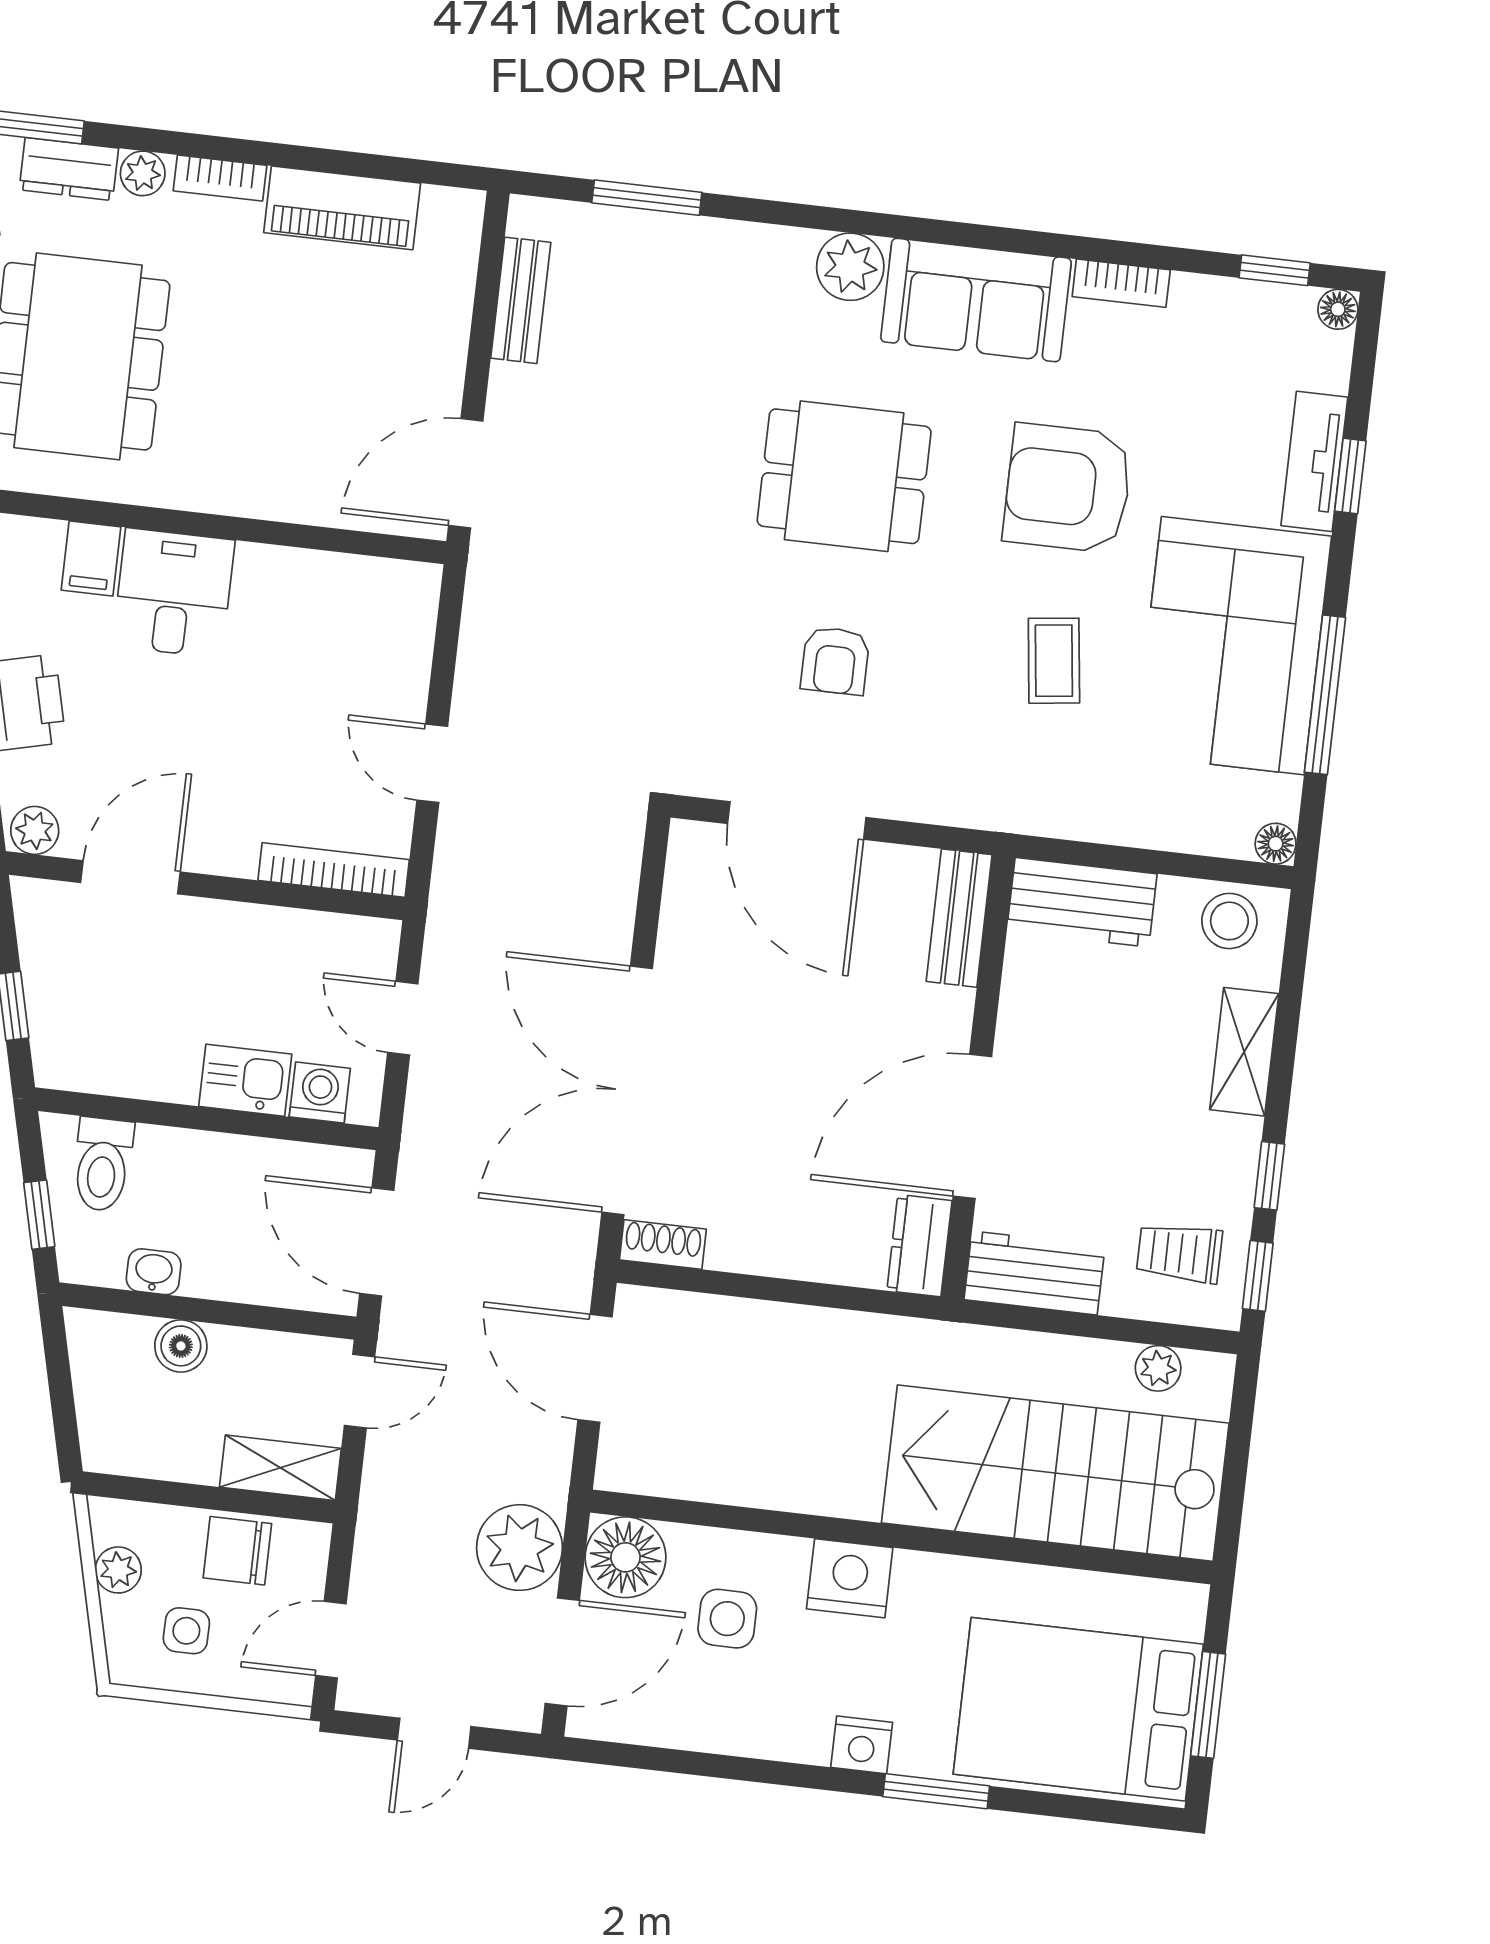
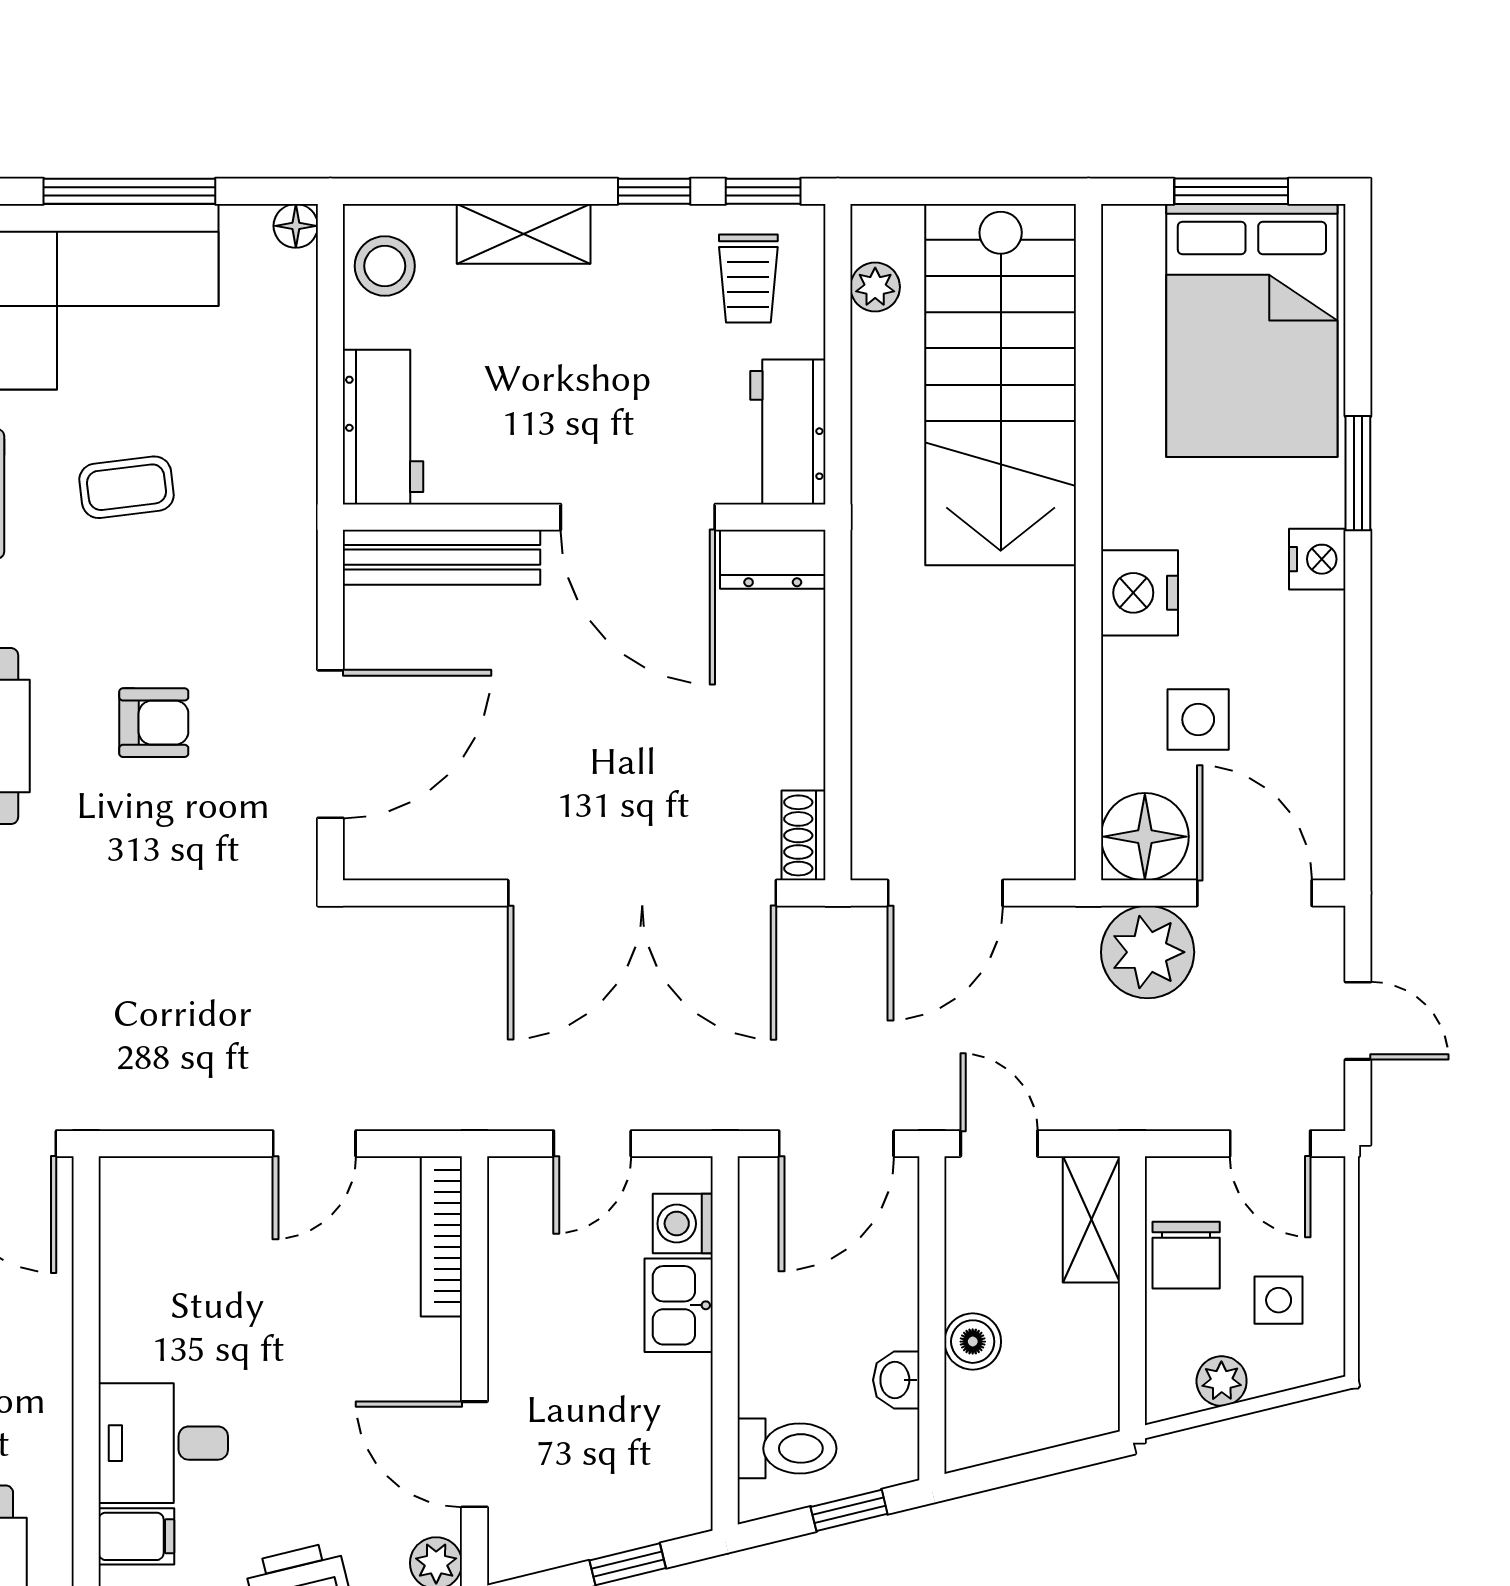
bench: (959, 918) -> (442, 557), width x1.36

